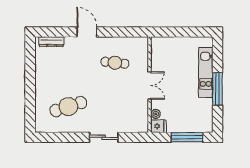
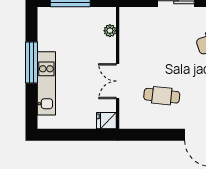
double door: (150, 85) -> (118, 81), moved
fridge: (158, 126) -> (106, 121), moved

